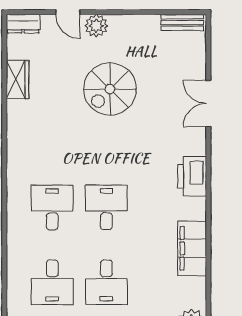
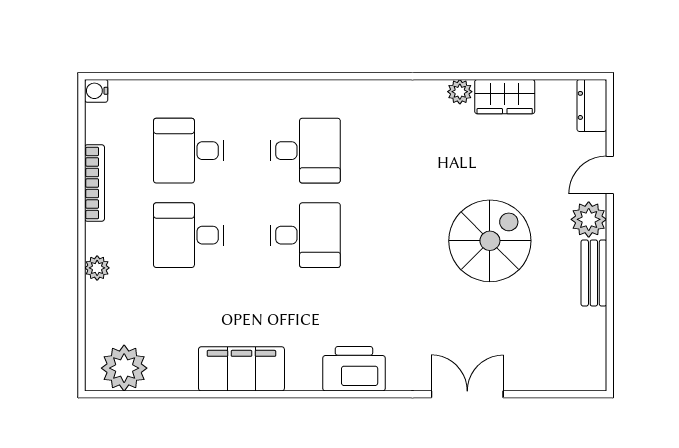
bench: (182, 22) -> (594, 273), moved
spiral stairs: (110, 89) -> (490, 241), turned 90
plant: (14, 108) -> (460, 92), added

